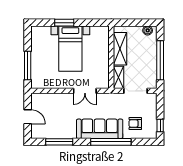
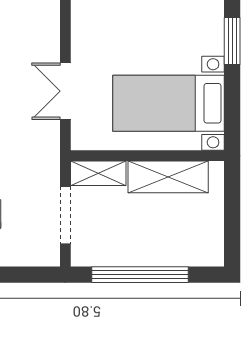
boiler: (148, 30) -> (213, 244), removed
bed with nightstands: (70, 49) -> (169, 103), moved

